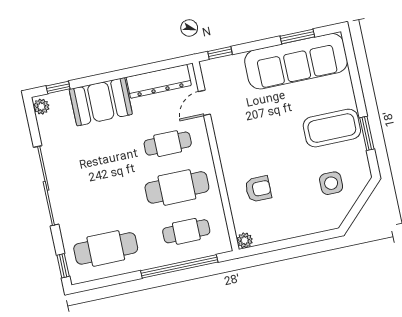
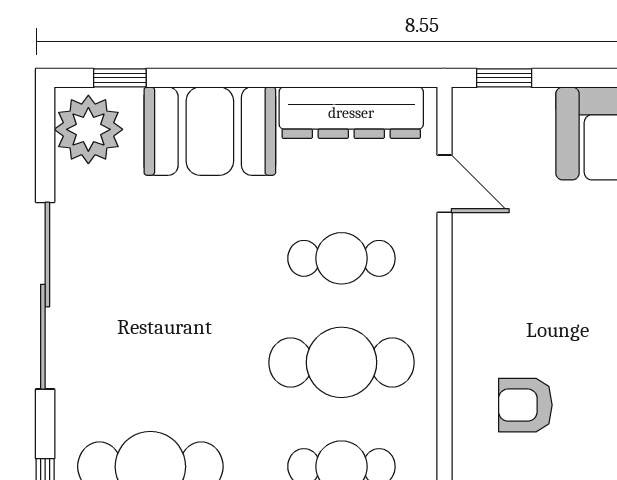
door: (204, 103) -> (445, 184), swing flipped
plant: (41, 107) -> (88, 129), width x1.87, depth x1.87
armchair: (258, 189) -> (525, 405), turned 180

